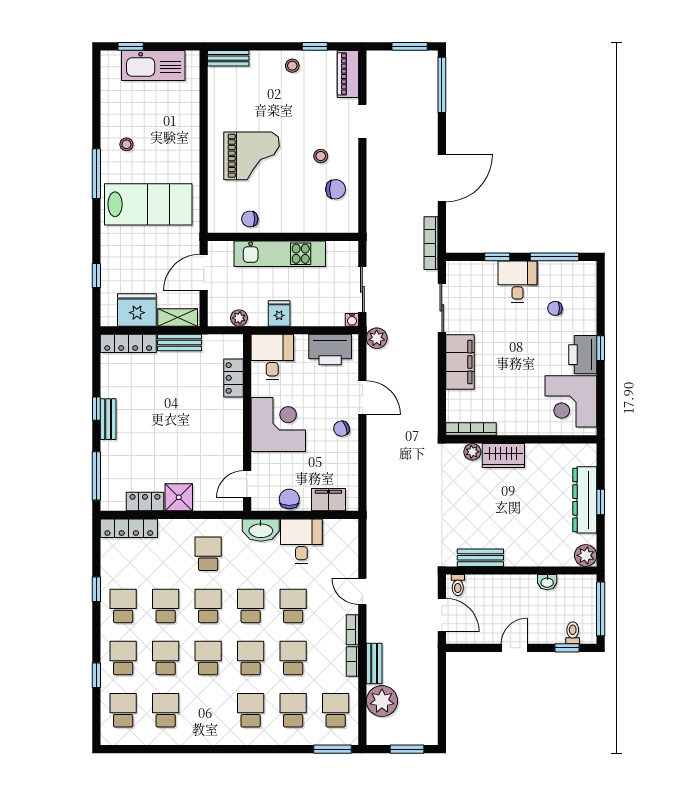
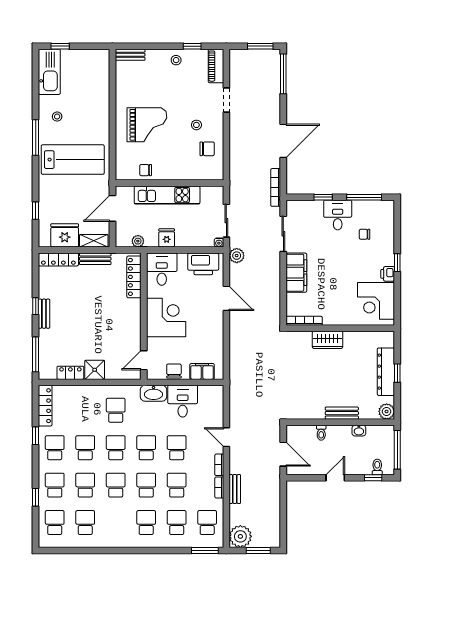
kitchen sink: (153, 66) -> (49, 72), moved, turned -90
printer: (583, 355) -> (388, 274), width x0.53, depth x0.68
locker: (234, 378) -> (134, 277), width x1.53
chair: (341, 429) -> (211, 320), removed
plant: (472, 452) -> (305, 337), removed
locker: (129, 528) -> (45, 406), moved, turned -90
bench: (480, 558) -> (342, 413), moved
toilet: (458, 585) -> (321, 433), moved
plant: (382, 701) -> (240, 536), moved

